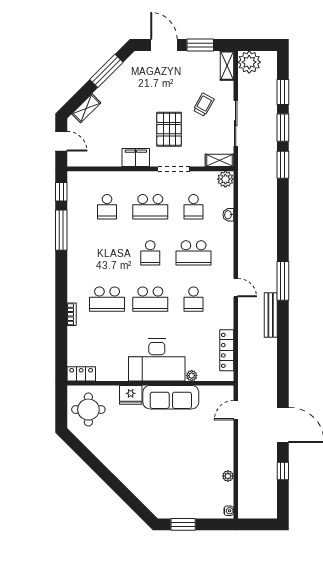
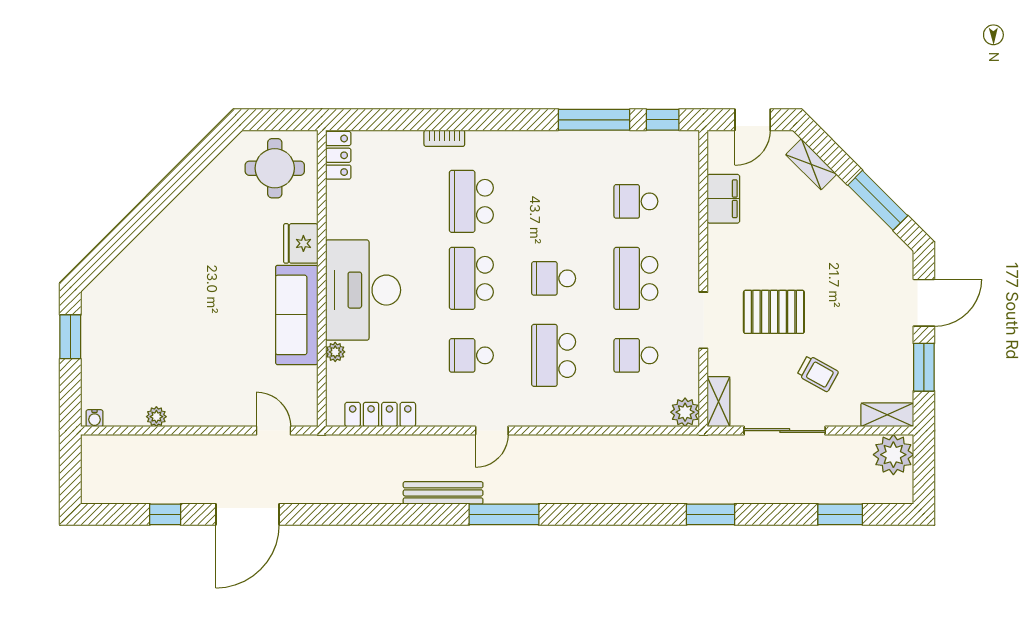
window: (283, 128) -> (777, 514), removed
filing cabinet: (136, 158) -> (723, 199), moved
washbasin: (228, 215) -> (622, 417), removed

